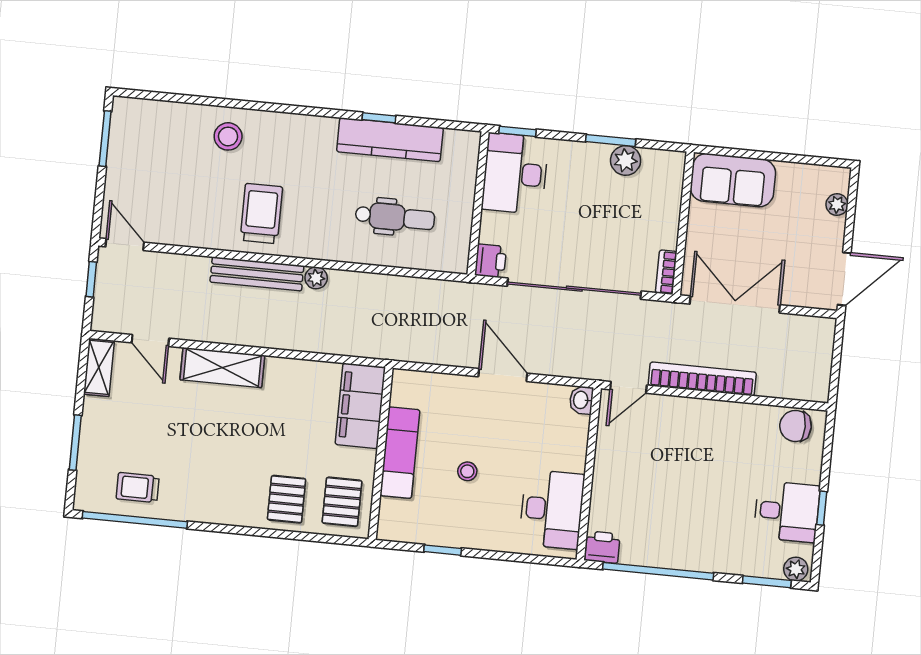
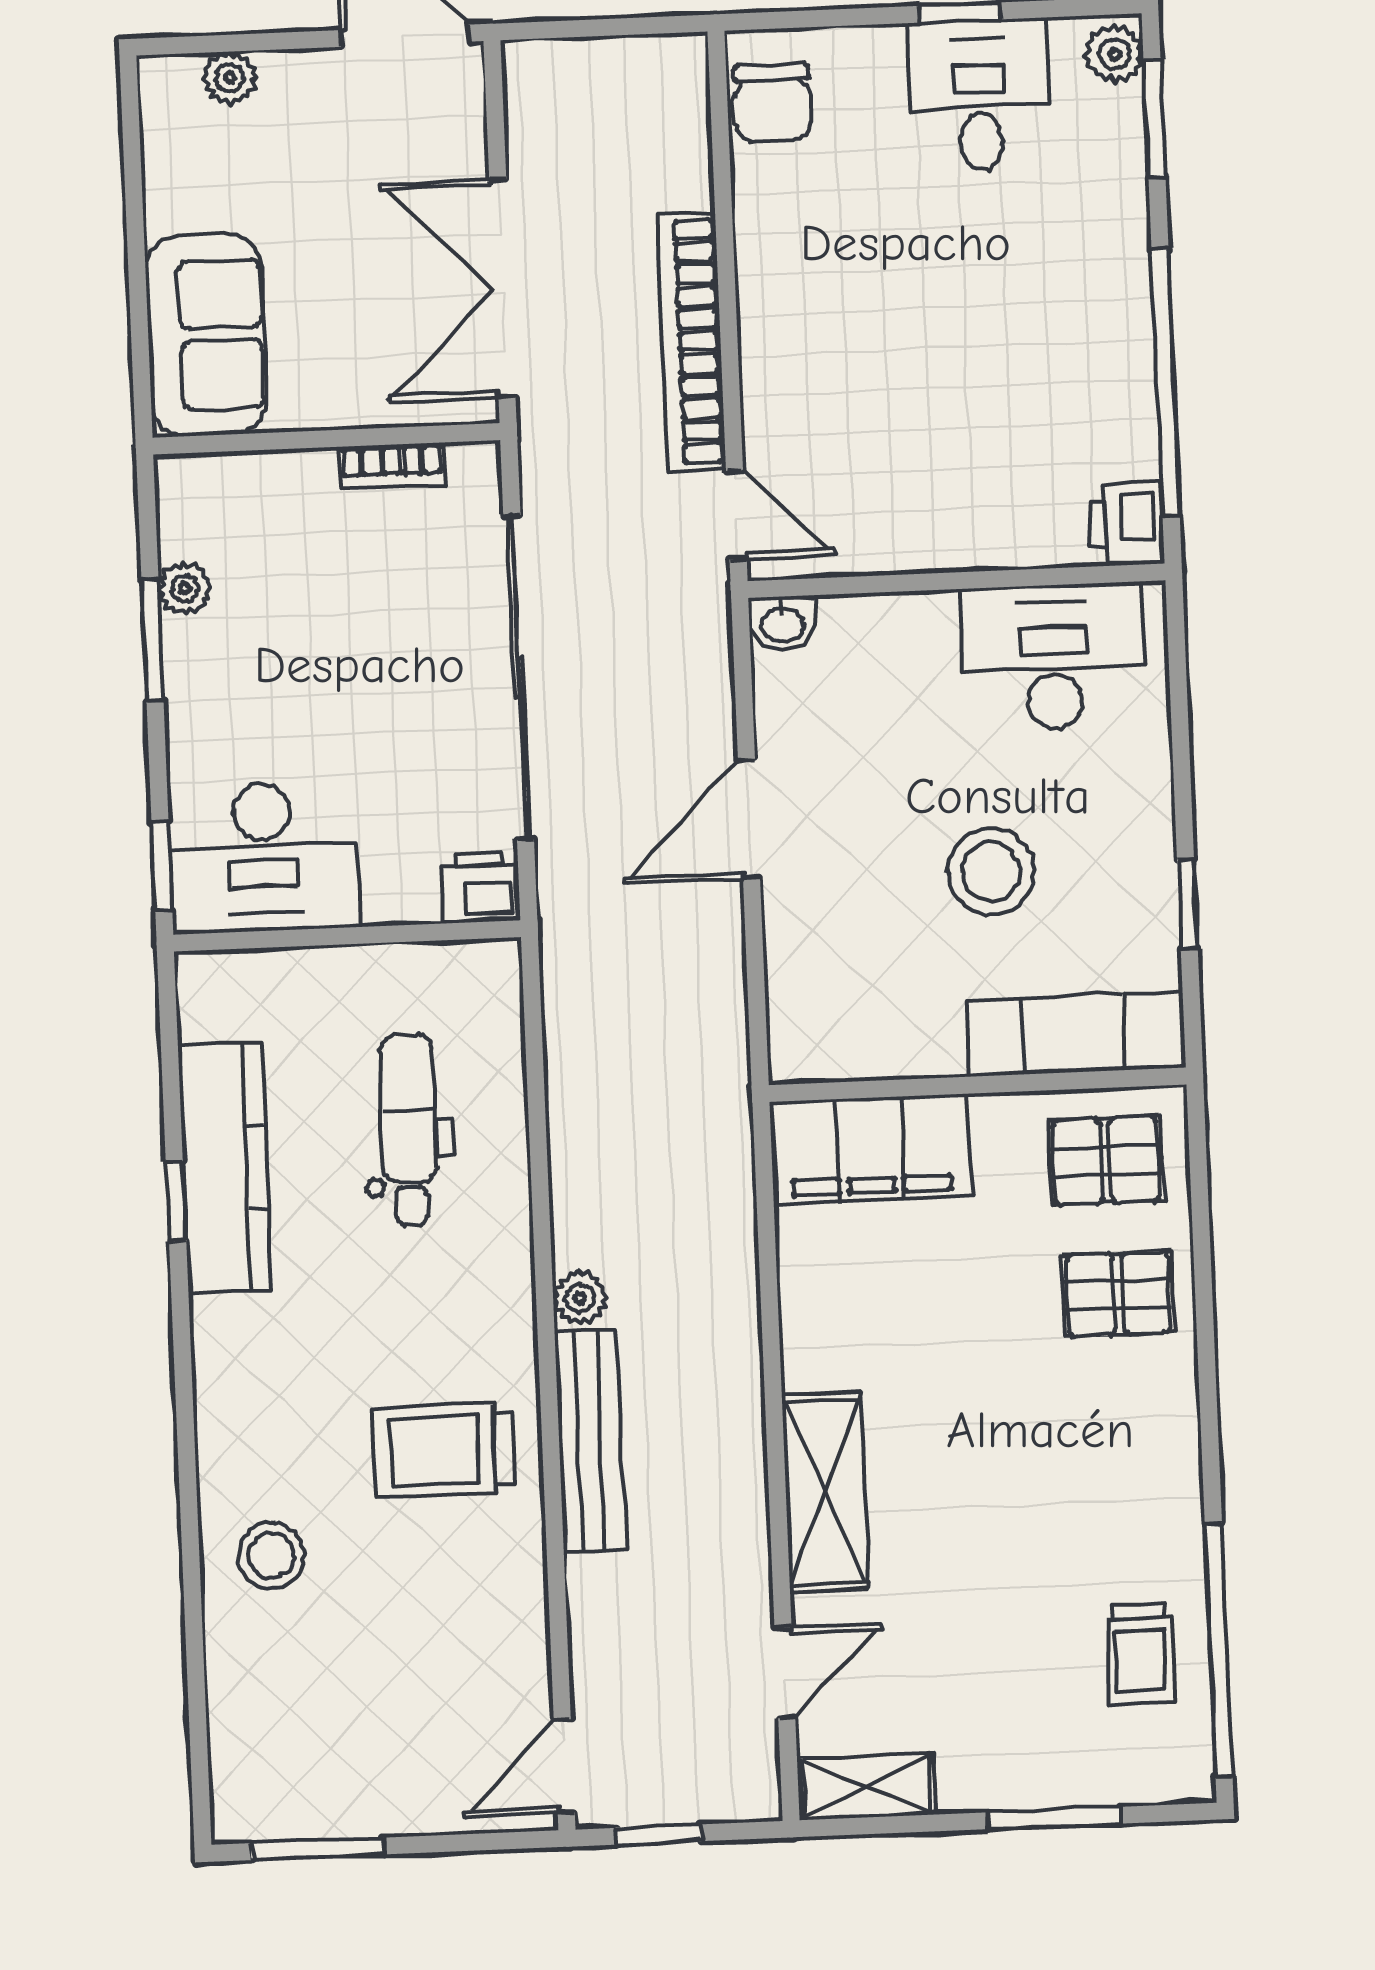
plant: (626, 160) -> (185, 588), width x0.73, depth x0.73
bookcase: (666, 272) -> (392, 466), moved
exam couch: (400, 453) -> (1076, 1034), moved
stool: (467, 471) -> (991, 872), width x1.89, depth x1.89

